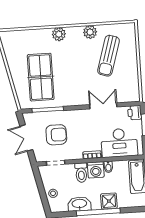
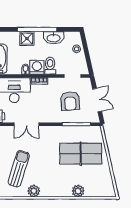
plant: (59, 34) -> (78, 191), moved
table tennis table: (41, 77) -> (81, 154), turned 90
armchair: (56, 135) -> (70, 101), turned -94

